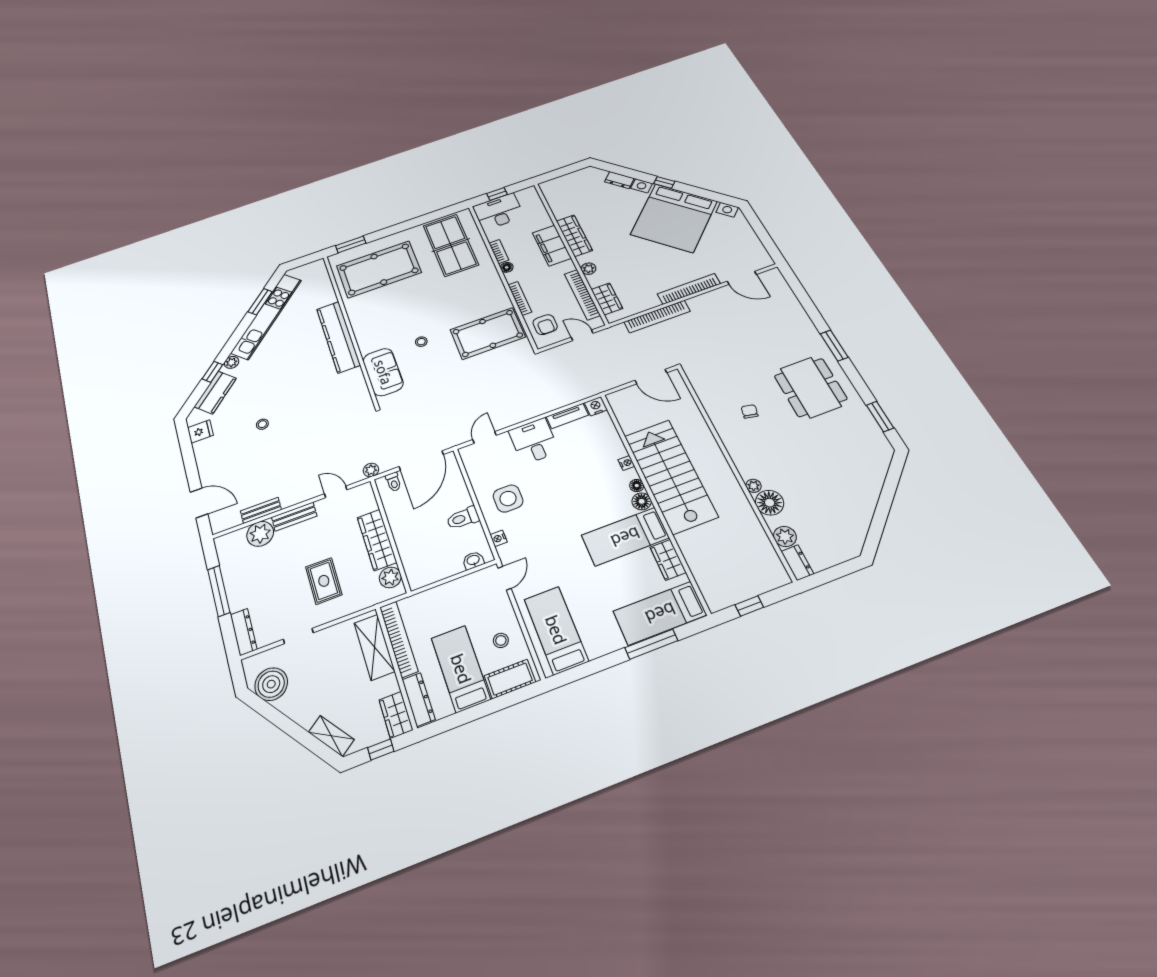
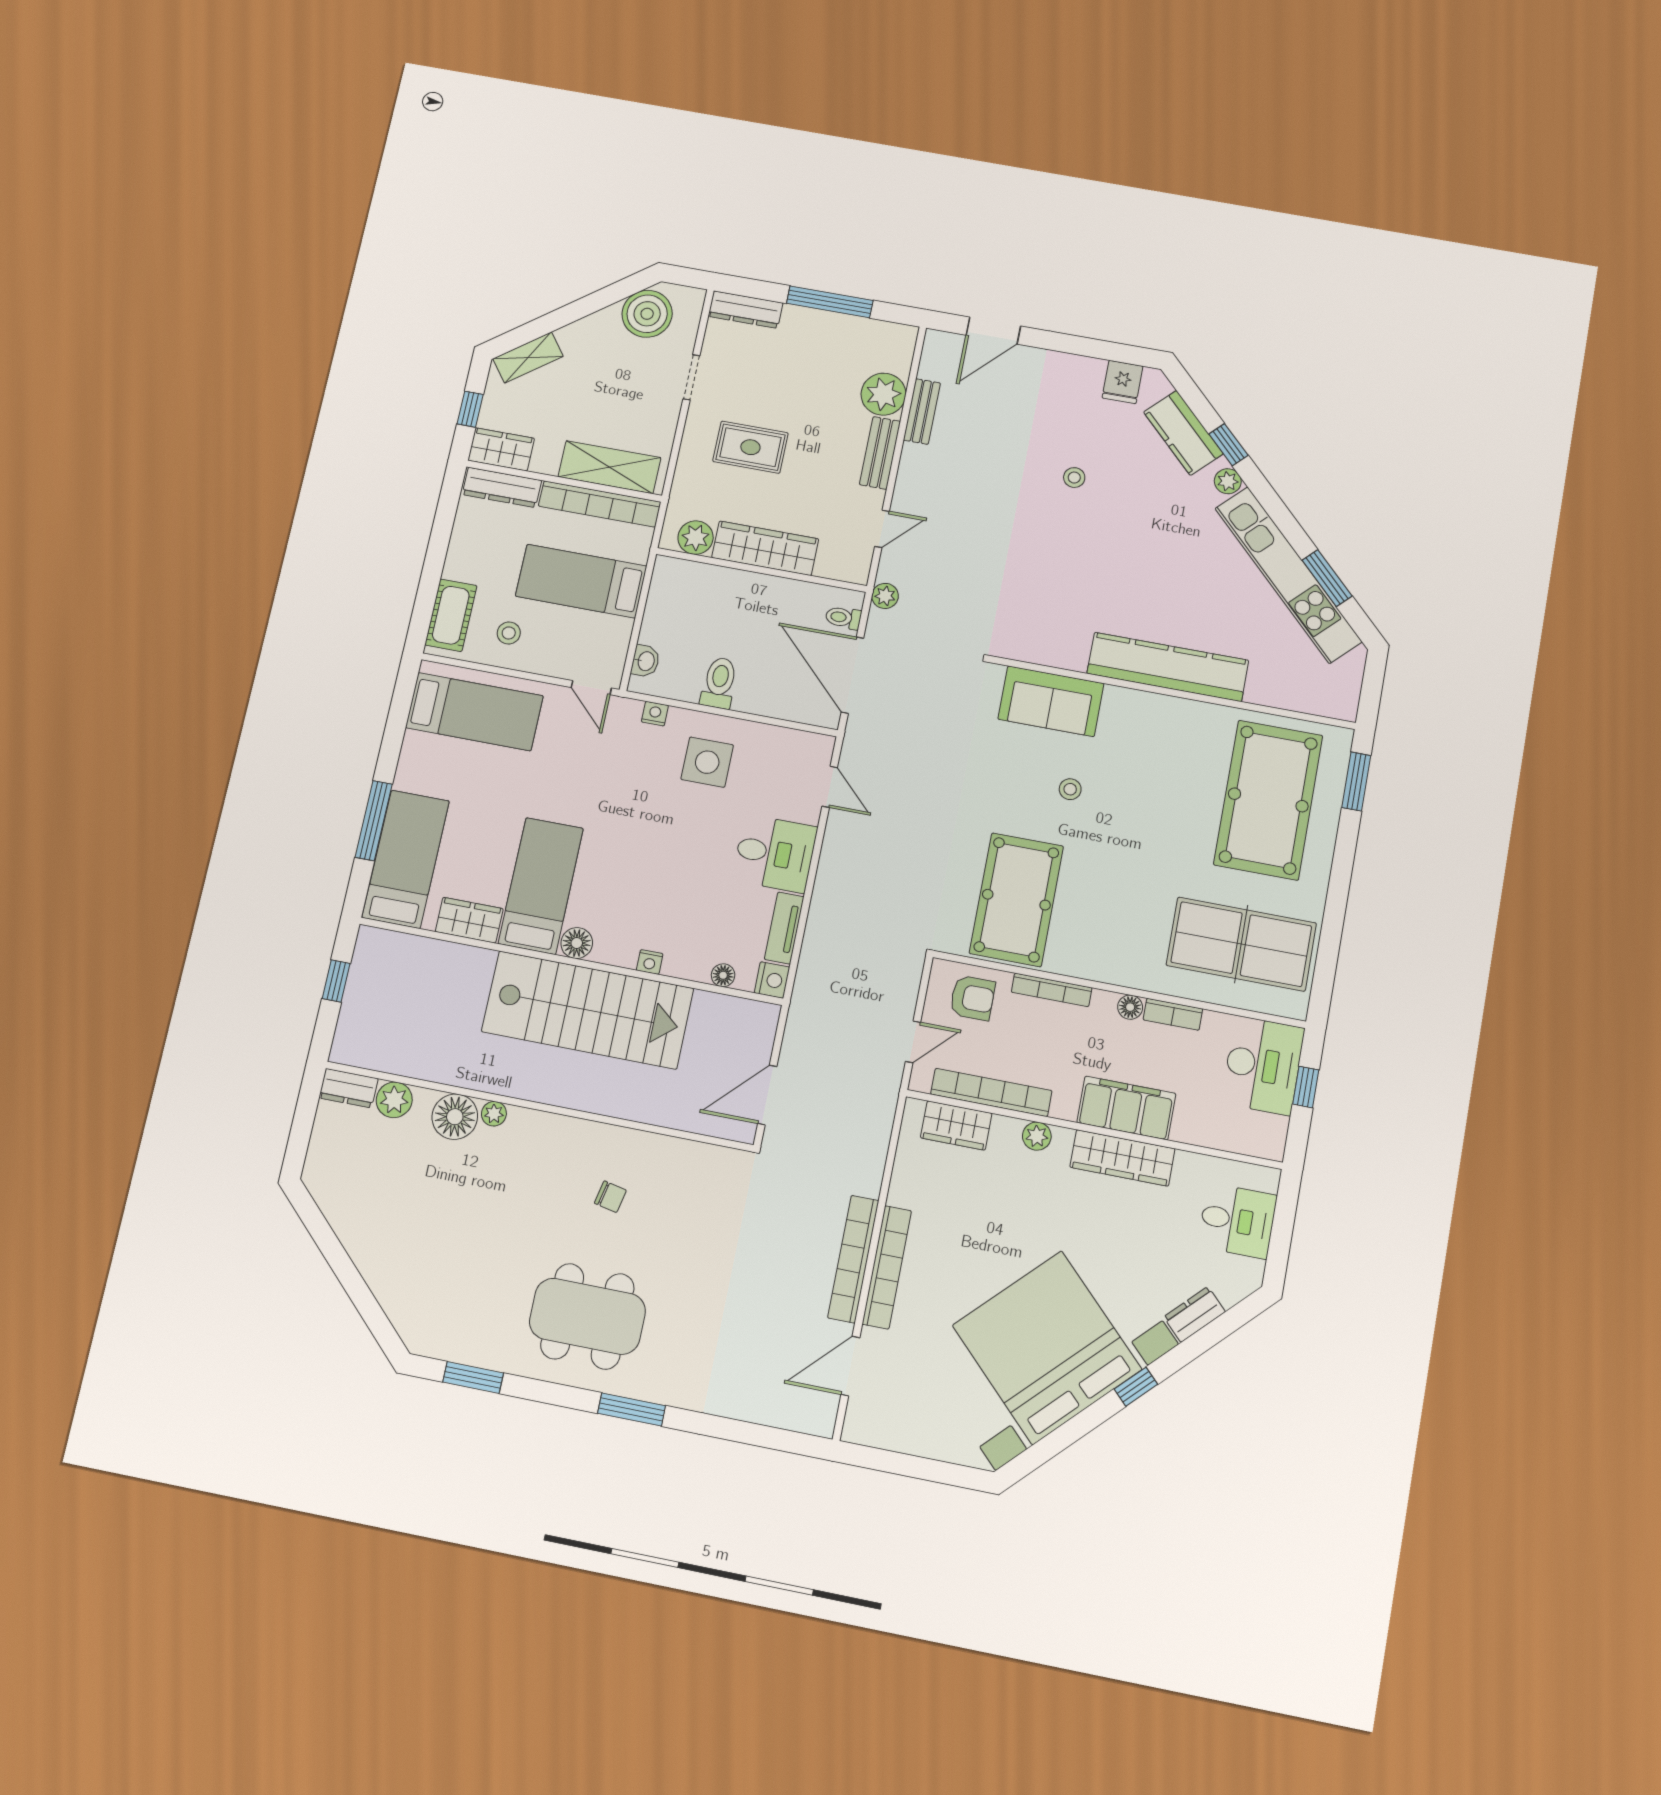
desk: (570, 187) -> (1237, 1221), added
bookcase: (657, 317) -> (853, 1259), moved
armchair: (545, 325) -> (972, 998), turned 180
floor lamp: (637, 486) -> (723, 975), moved
bed: (461, 669) -> (581, 581), moved, turned 180

